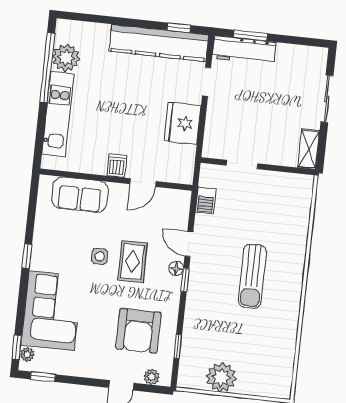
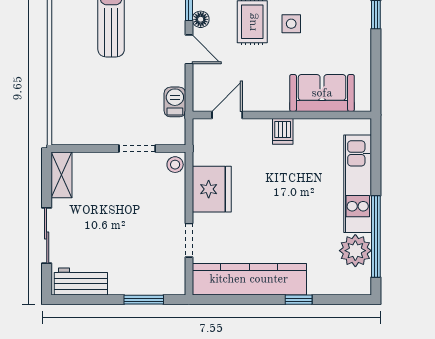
window: (179, 28) -> (299, 300), moved
workbench: (244, 50) -> (81, 282), moved, width x0.73
stool: (211, 147) -> (175, 165), added
door: (143, 183) -> (227, 115), moved

